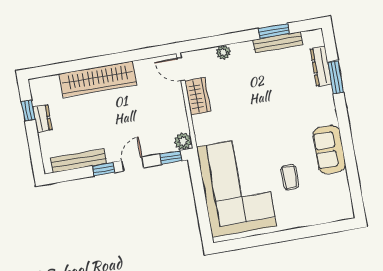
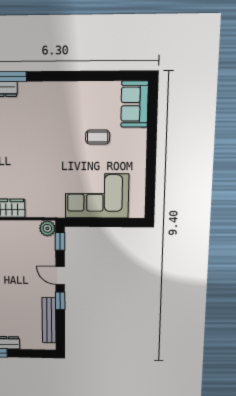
sofa: (329, 150) -> (135, 104), moved, turned 90
corner sofa: (236, 187) -> (97, 196), width x0.73, depth x0.74

